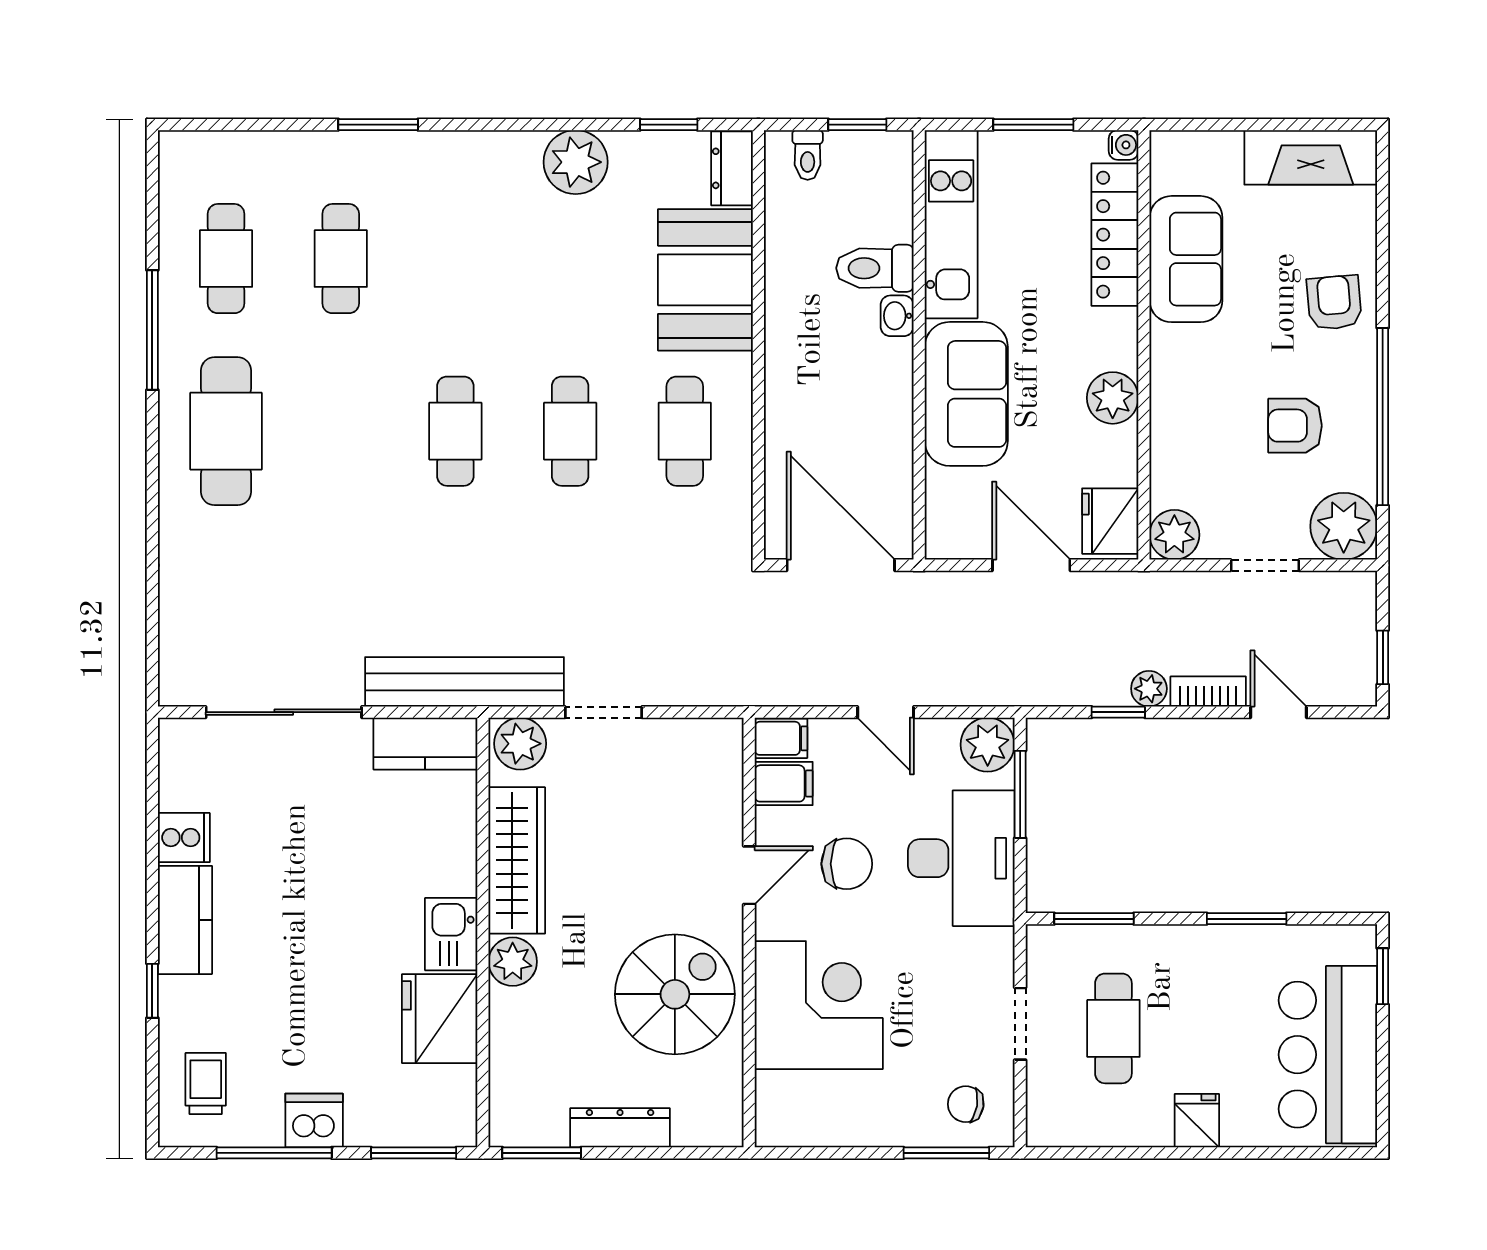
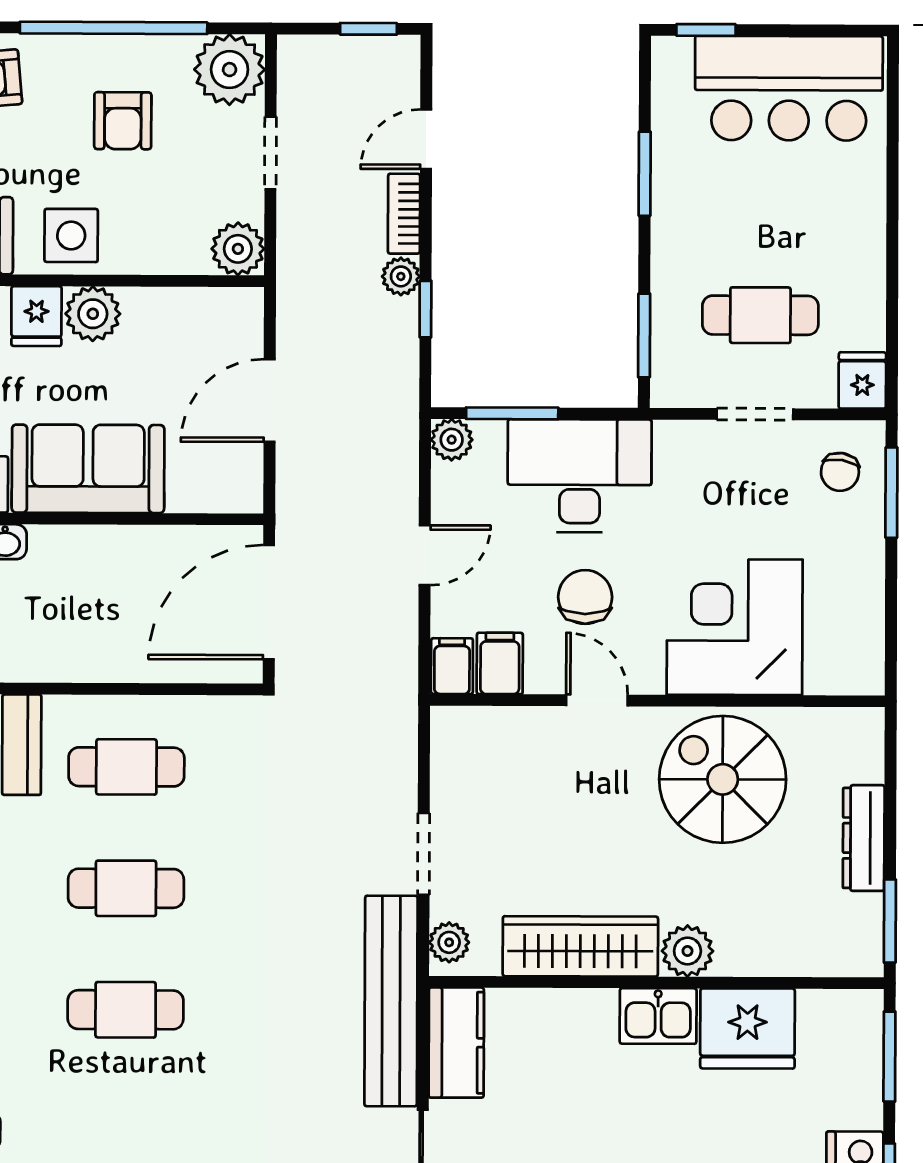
side table: (1187, 377) -> (71, 235), added
fridge: (1110, 521) -> (36, 316), moved, width x0.72
plant: (520, 744) -> (449, 942), width x0.73, depth x0.73
plant: (988, 745) -> (452, 440), width x0.73, depth x0.73
fridge: (1197, 1121) -> (862, 380), moved, turned 90

